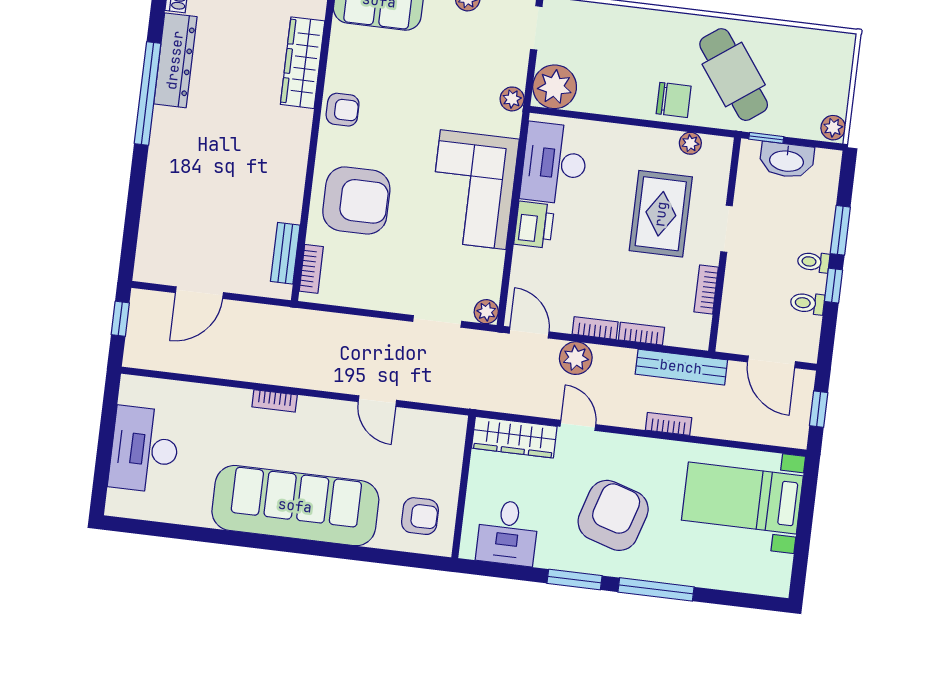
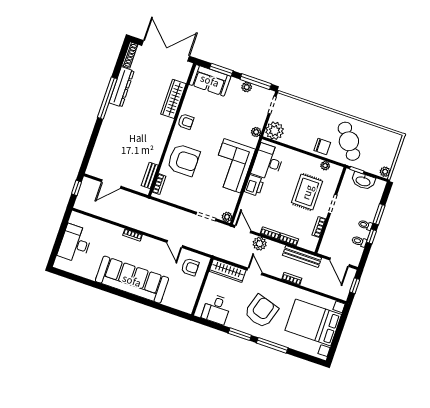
bed with nightstands: (742, 498) -> (313, 322), width x1.36
armchair: (420, 516) -> (190, 267), moved

